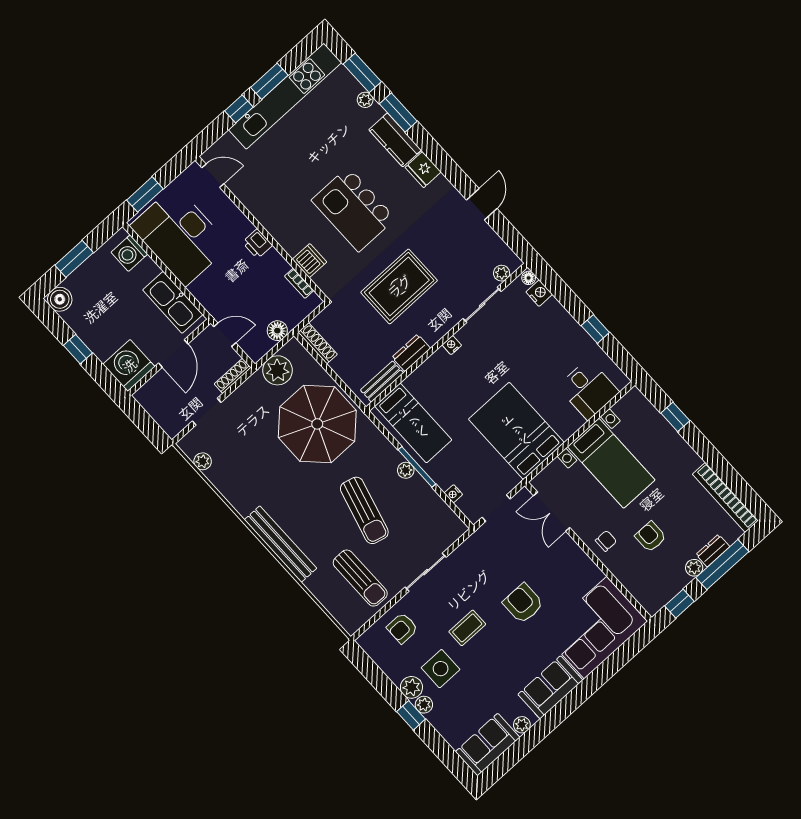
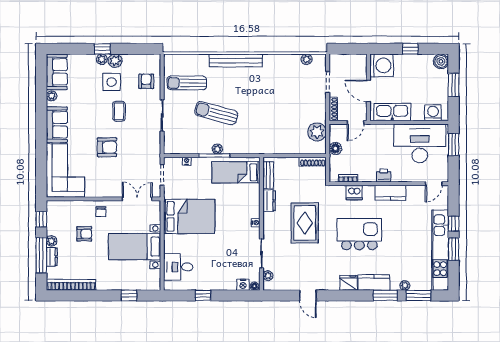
kitchen counter: (270, 217) -> (390, 193), added
parasol: (317, 424) -> (276, 128), removed

